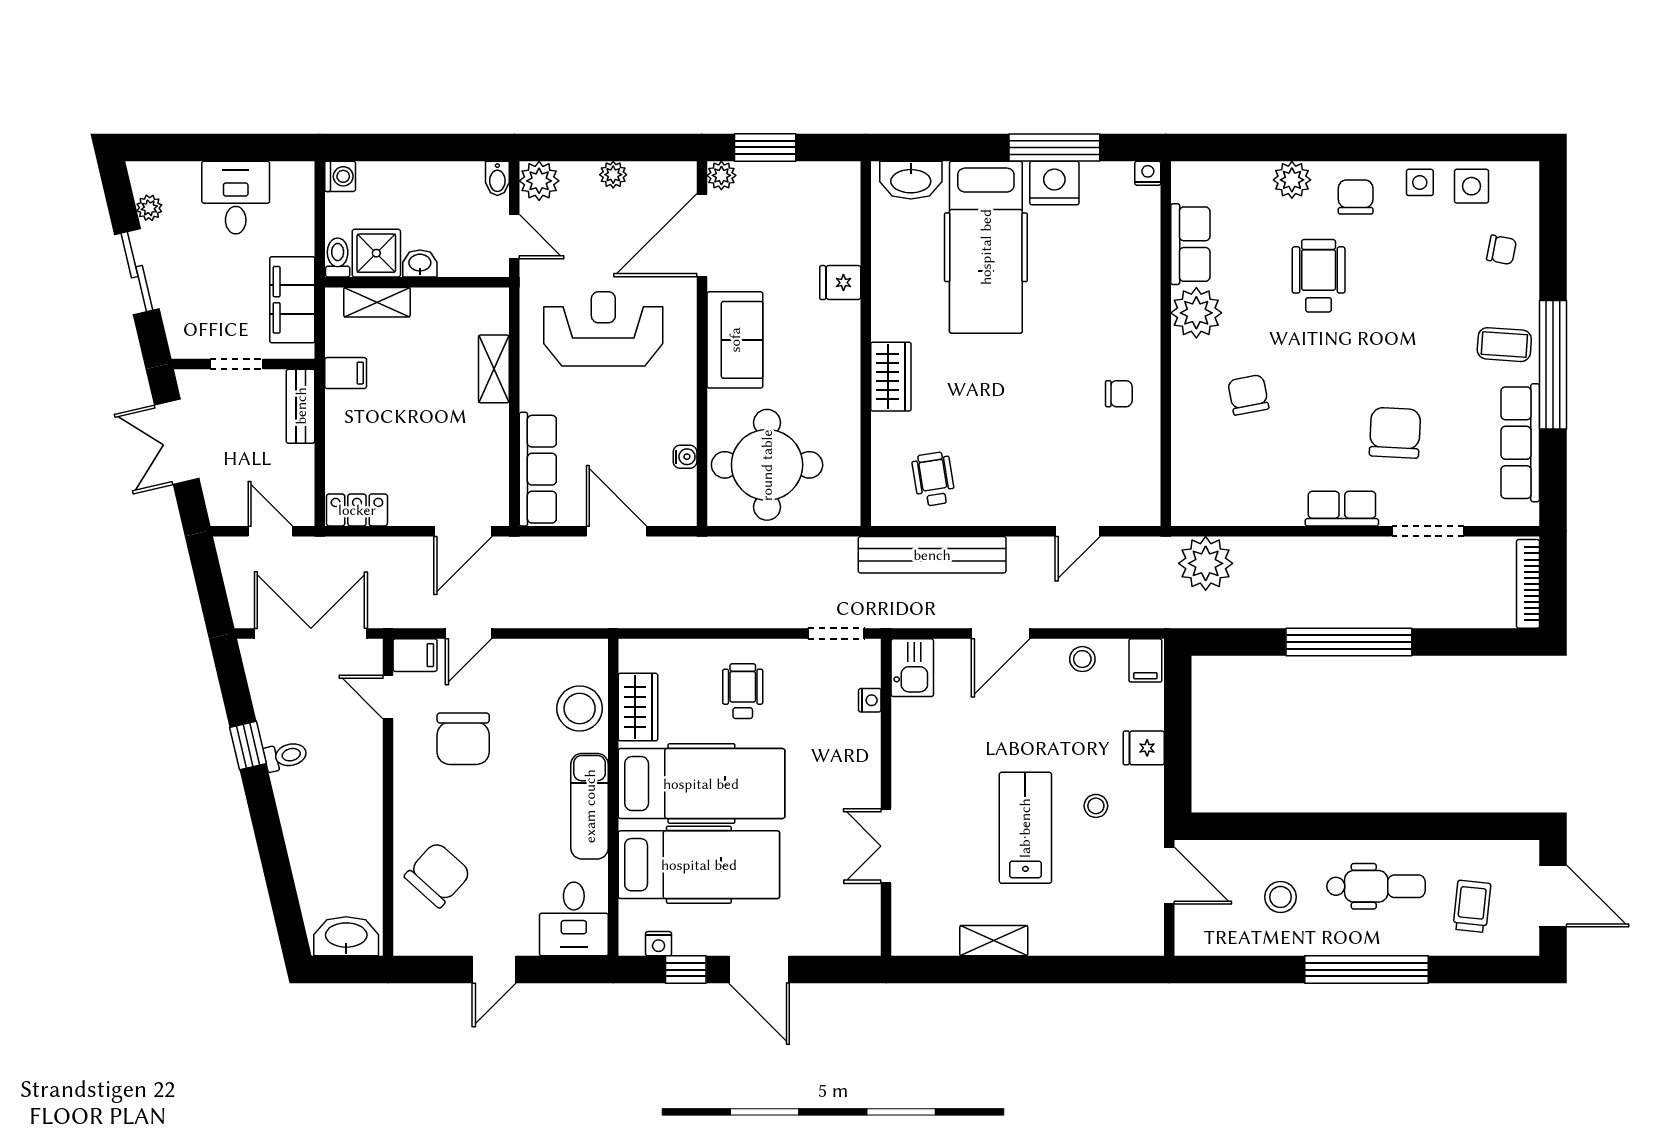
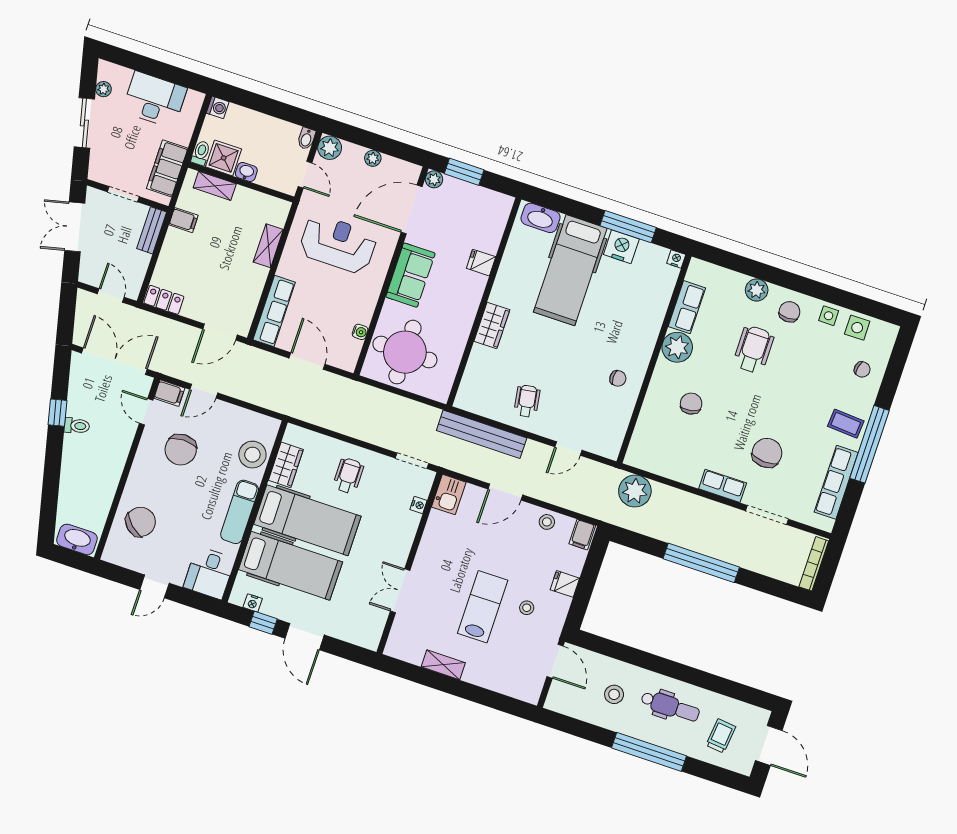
desk: (236, 198) -> (154, 100), width x1.37
wheelchair: (933, 479) -> (527, 401), moved

